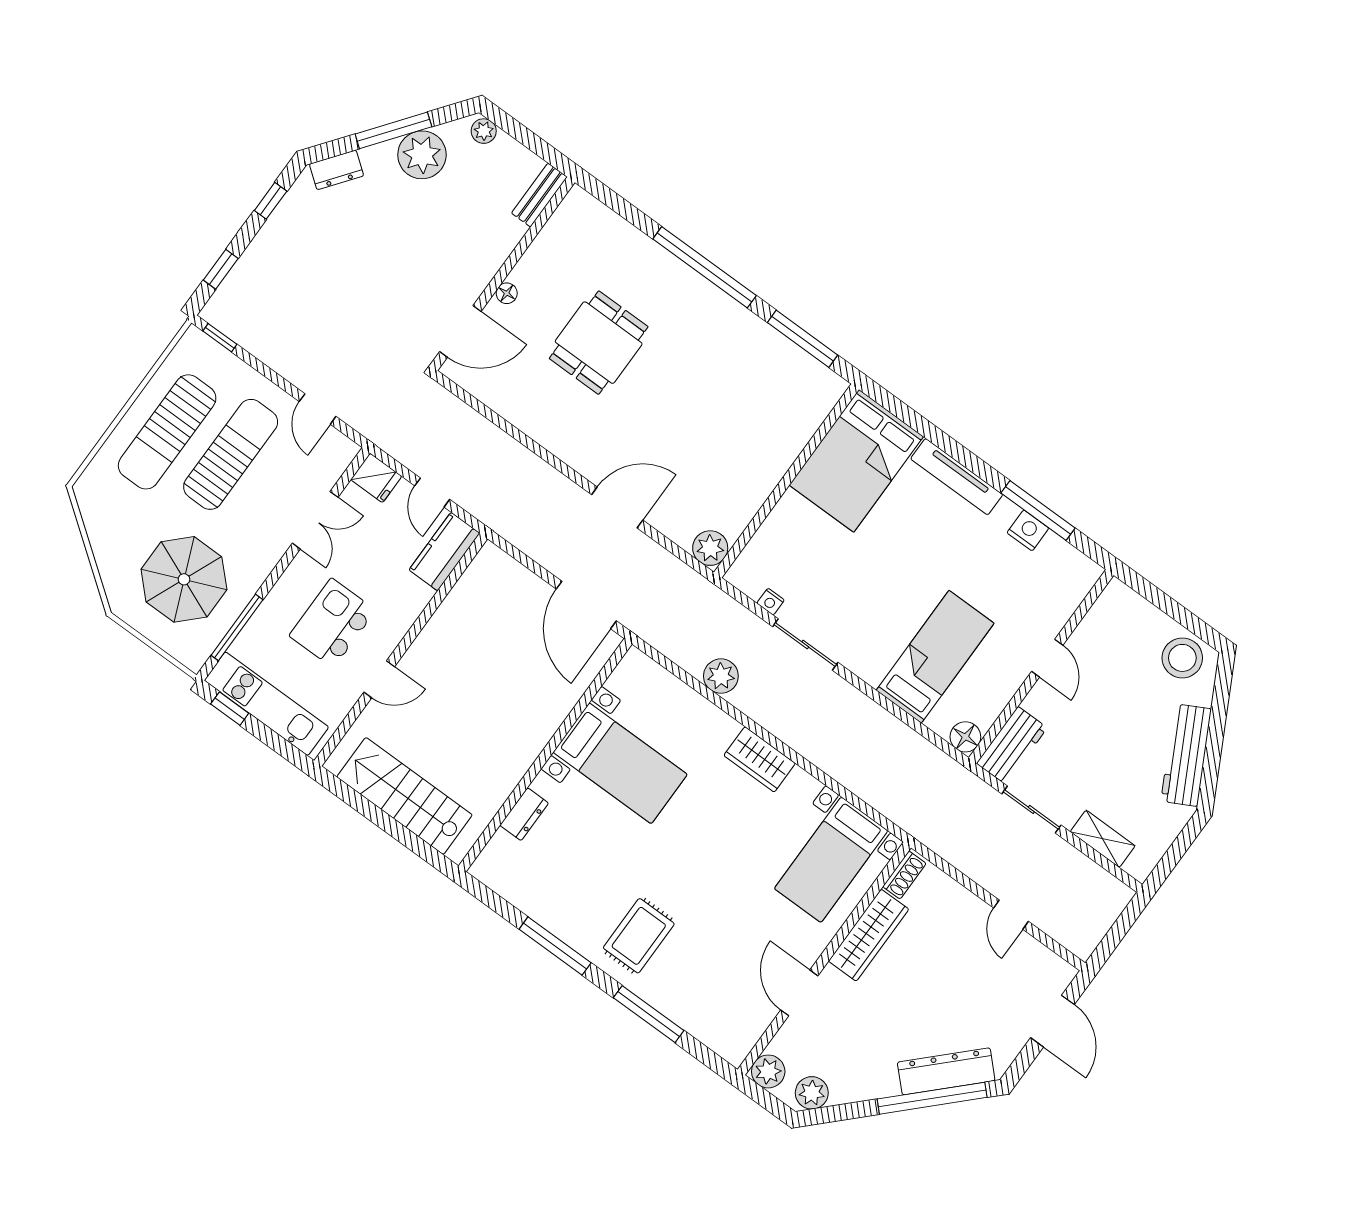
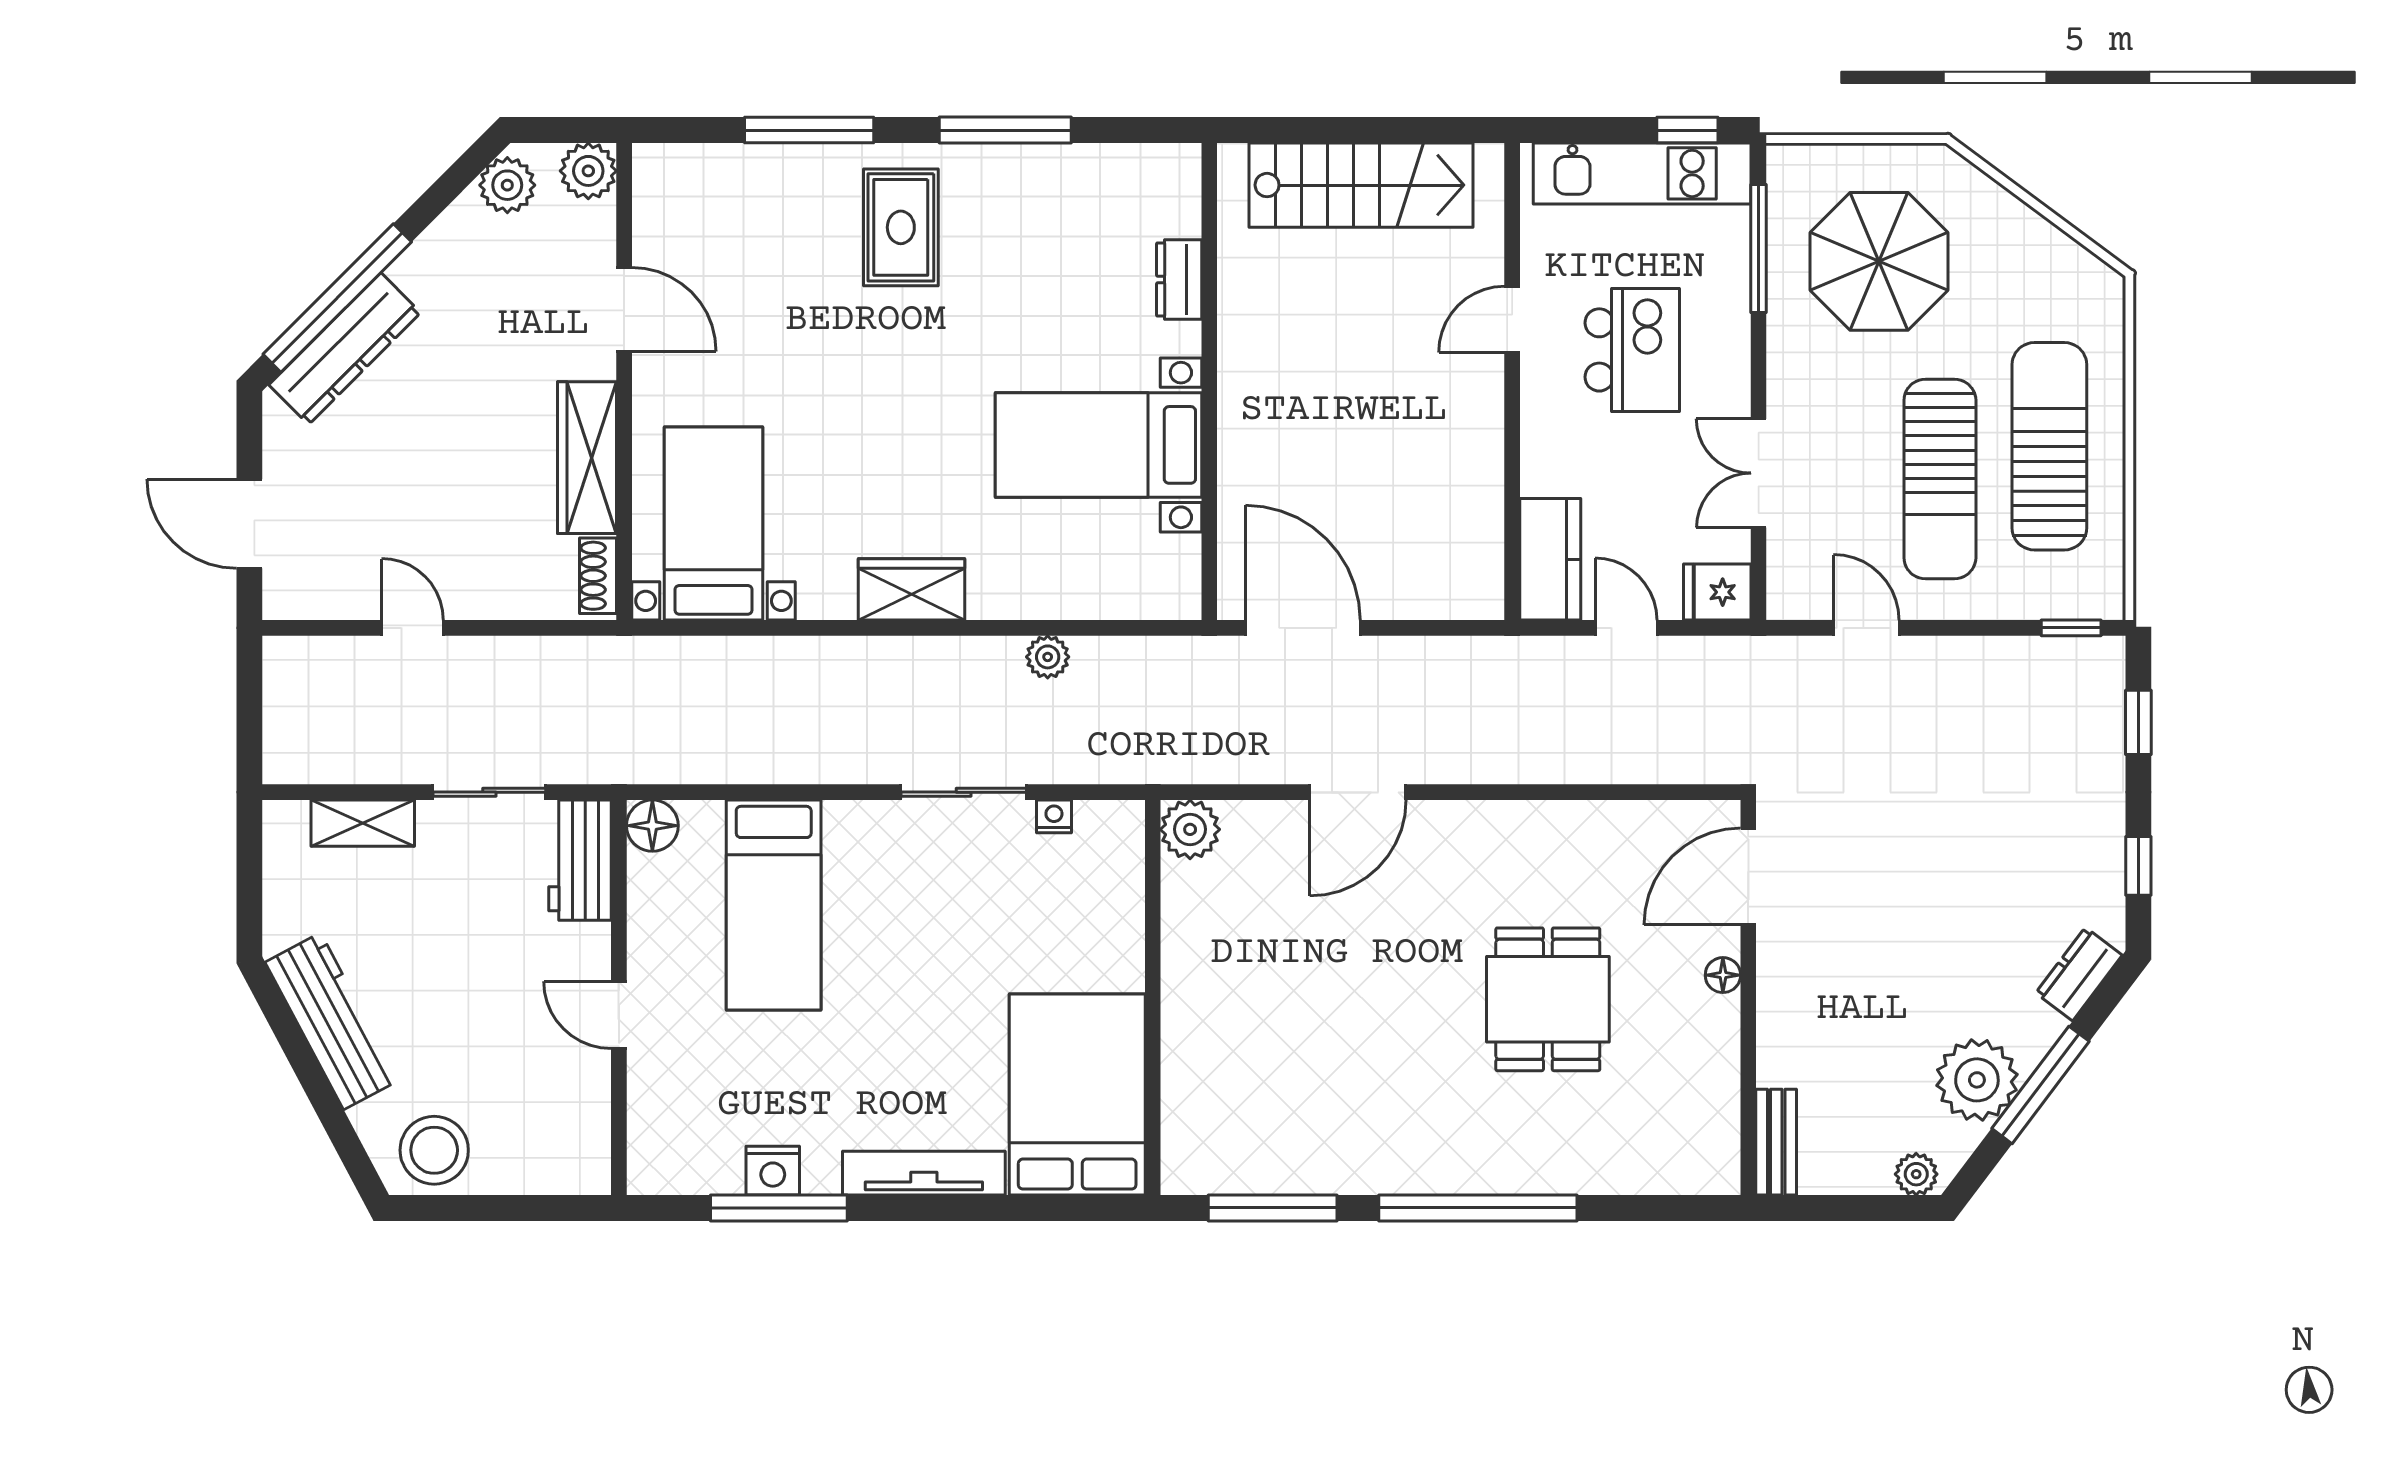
plant: (721, 676) -> (1048, 657), width x0.73, depth x0.73

